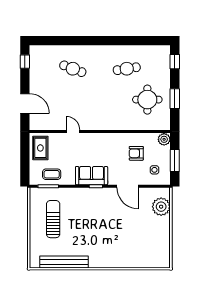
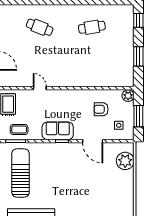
round table: (147, 100) -> (112, 57), removed
sun lounger: (53, 219) -> (21, 173), width x1.36, depth x1.34

